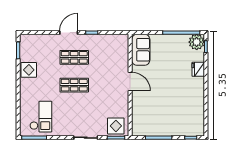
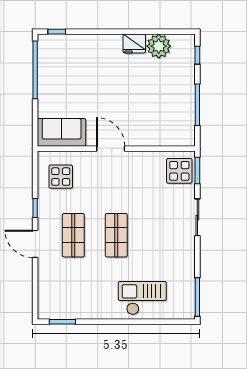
plant: (197, 42) -> (159, 46), moved
fridge: (198, 69) -> (134, 44), moved
display table: (29, 70) -> (61, 177), moved
door: (130, 81) -> (111, 149), hinge flipped
checkout: (41, 117) -> (142, 298), moved

